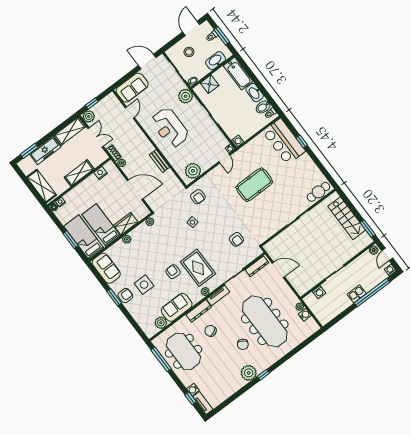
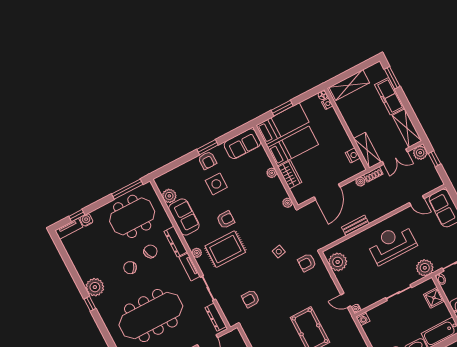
shelving: (79, 173) -> (367, 150), moved
chair: (243, 344) -> (130, 268), moved

